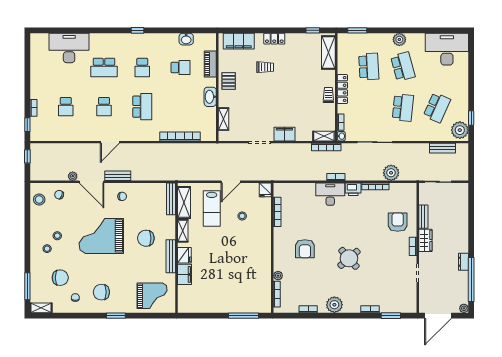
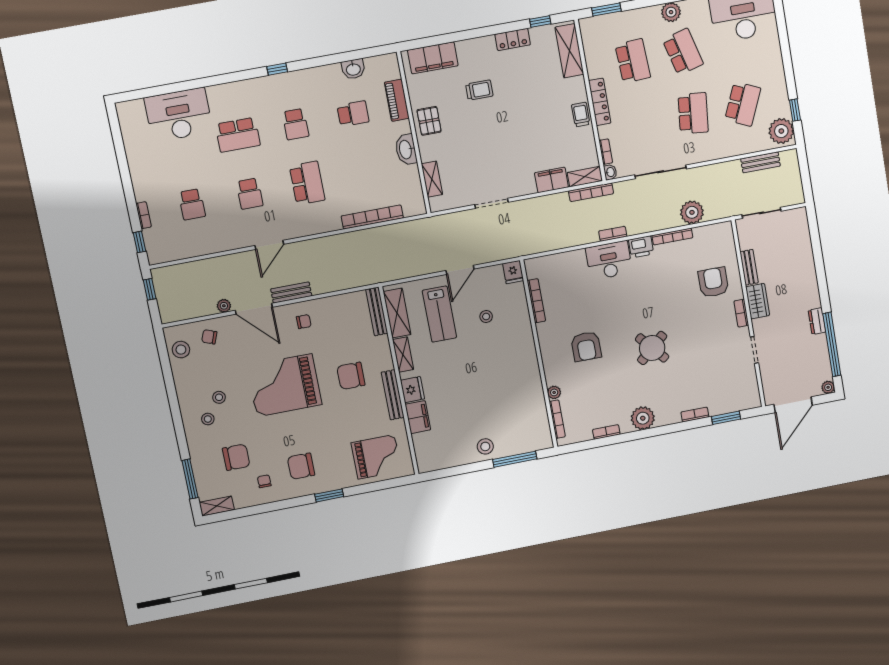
locker: (274, 39) -> (513, 40), moved
filing cabinet: (284, 134) -> (551, 180), moved
stool: (225, 303) -> (485, 446), added

